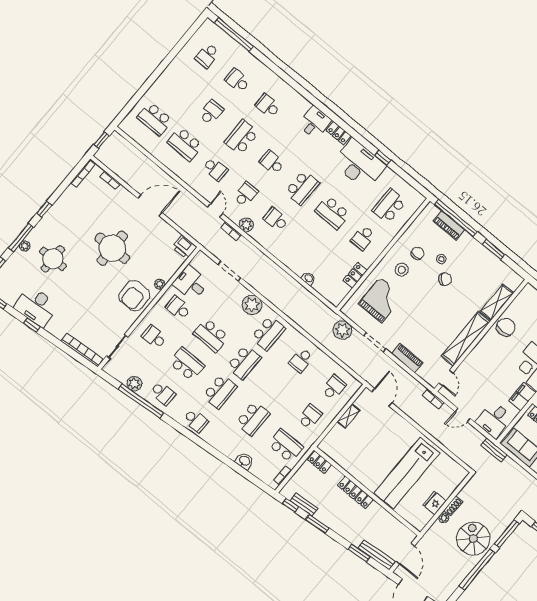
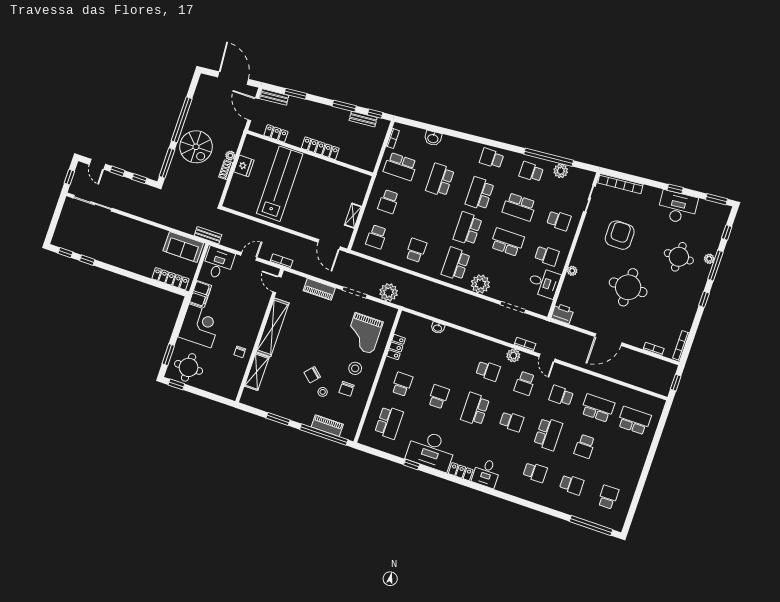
school desk: (333, 213) -> (439, 397), width x0.54
armchair: (134, 296) -> (620, 235), moved
chair: (506, 327) -> (240, 352), width x0.54, depth x0.54
locker: (320, 462) -> (276, 133), moved
bench: (376, 555) -> (274, 97), width x0.73

